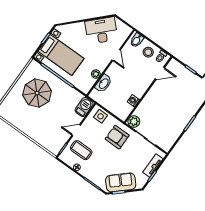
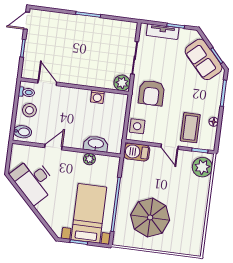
plant: (51, 144) -> (202, 167), added

